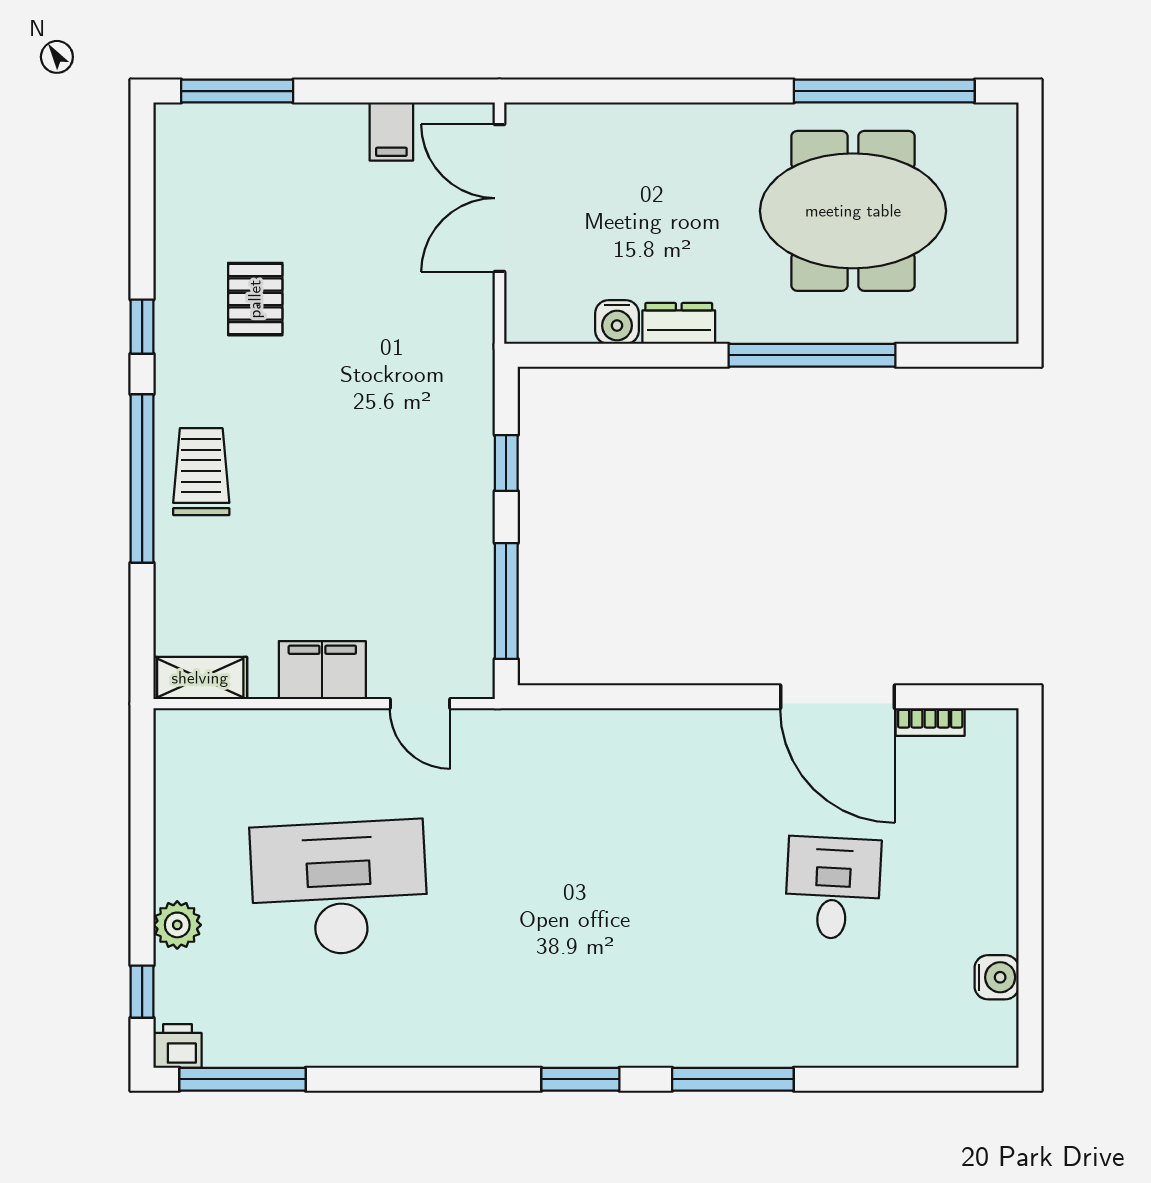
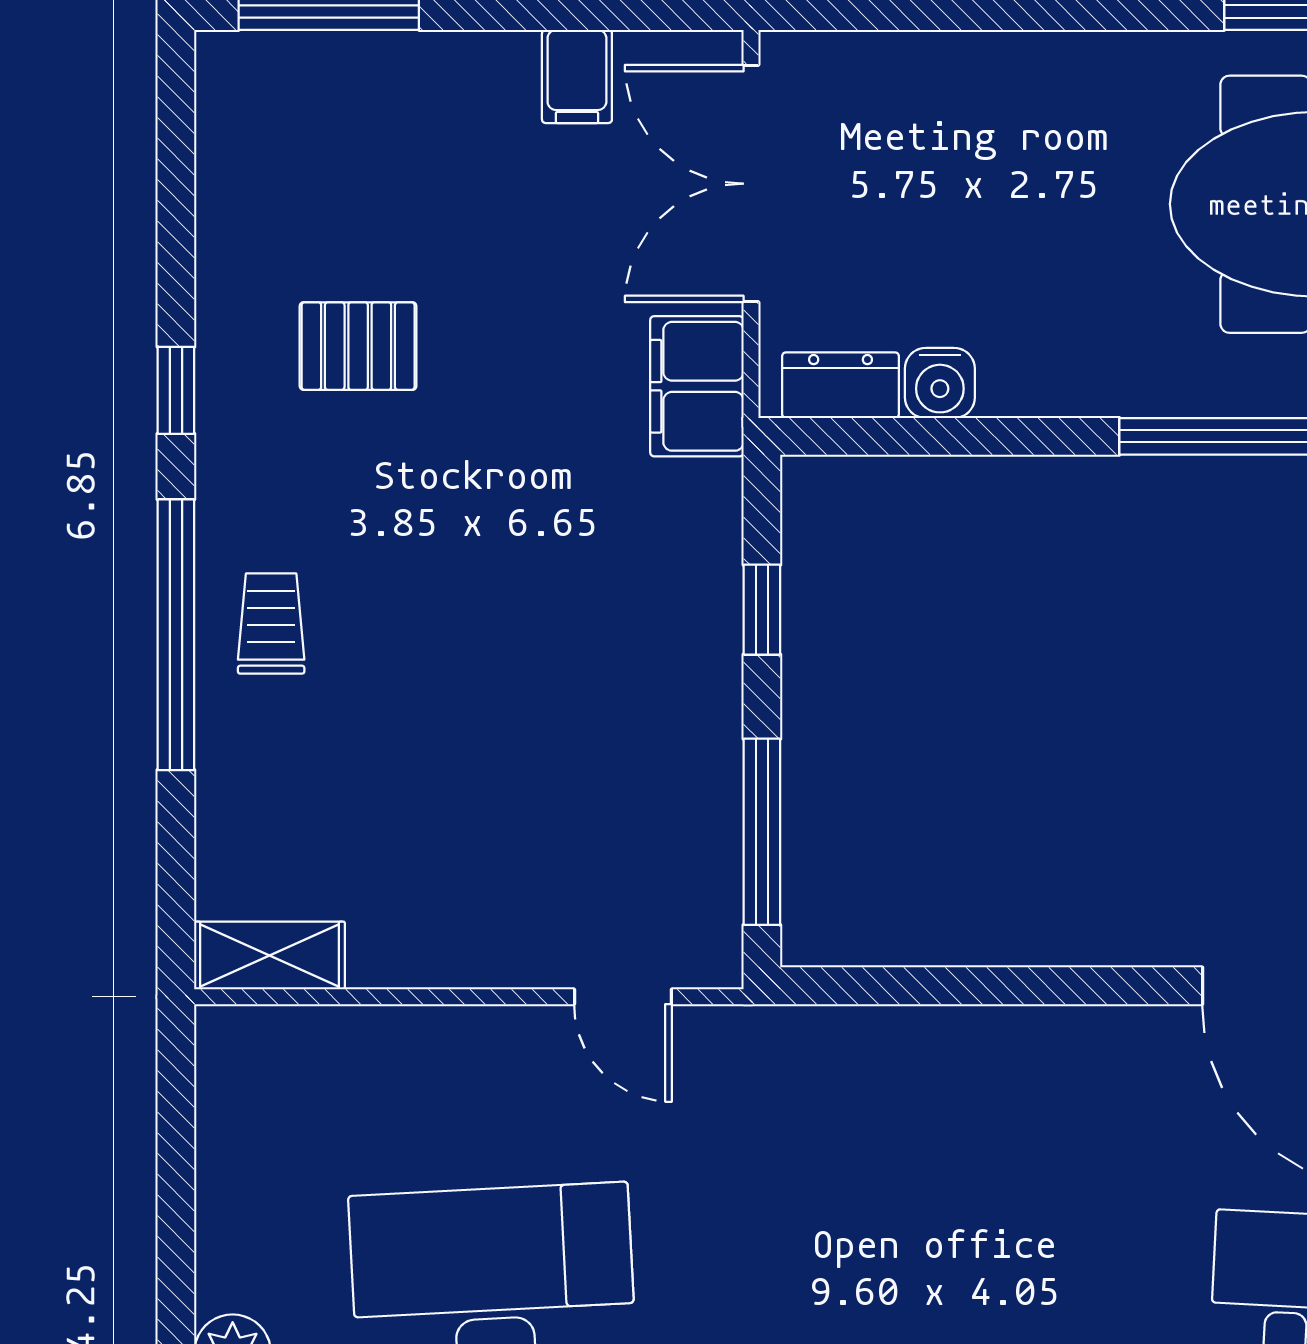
pallet: (255, 299) -> (358, 346), turned 90
dresser: (679, 323) -> (841, 385), moved
trolley: (201, 472) -> (271, 624), width x0.73, depth x0.72
filing cabinet: (322, 670) -> (697, 386), moved, turned -90

